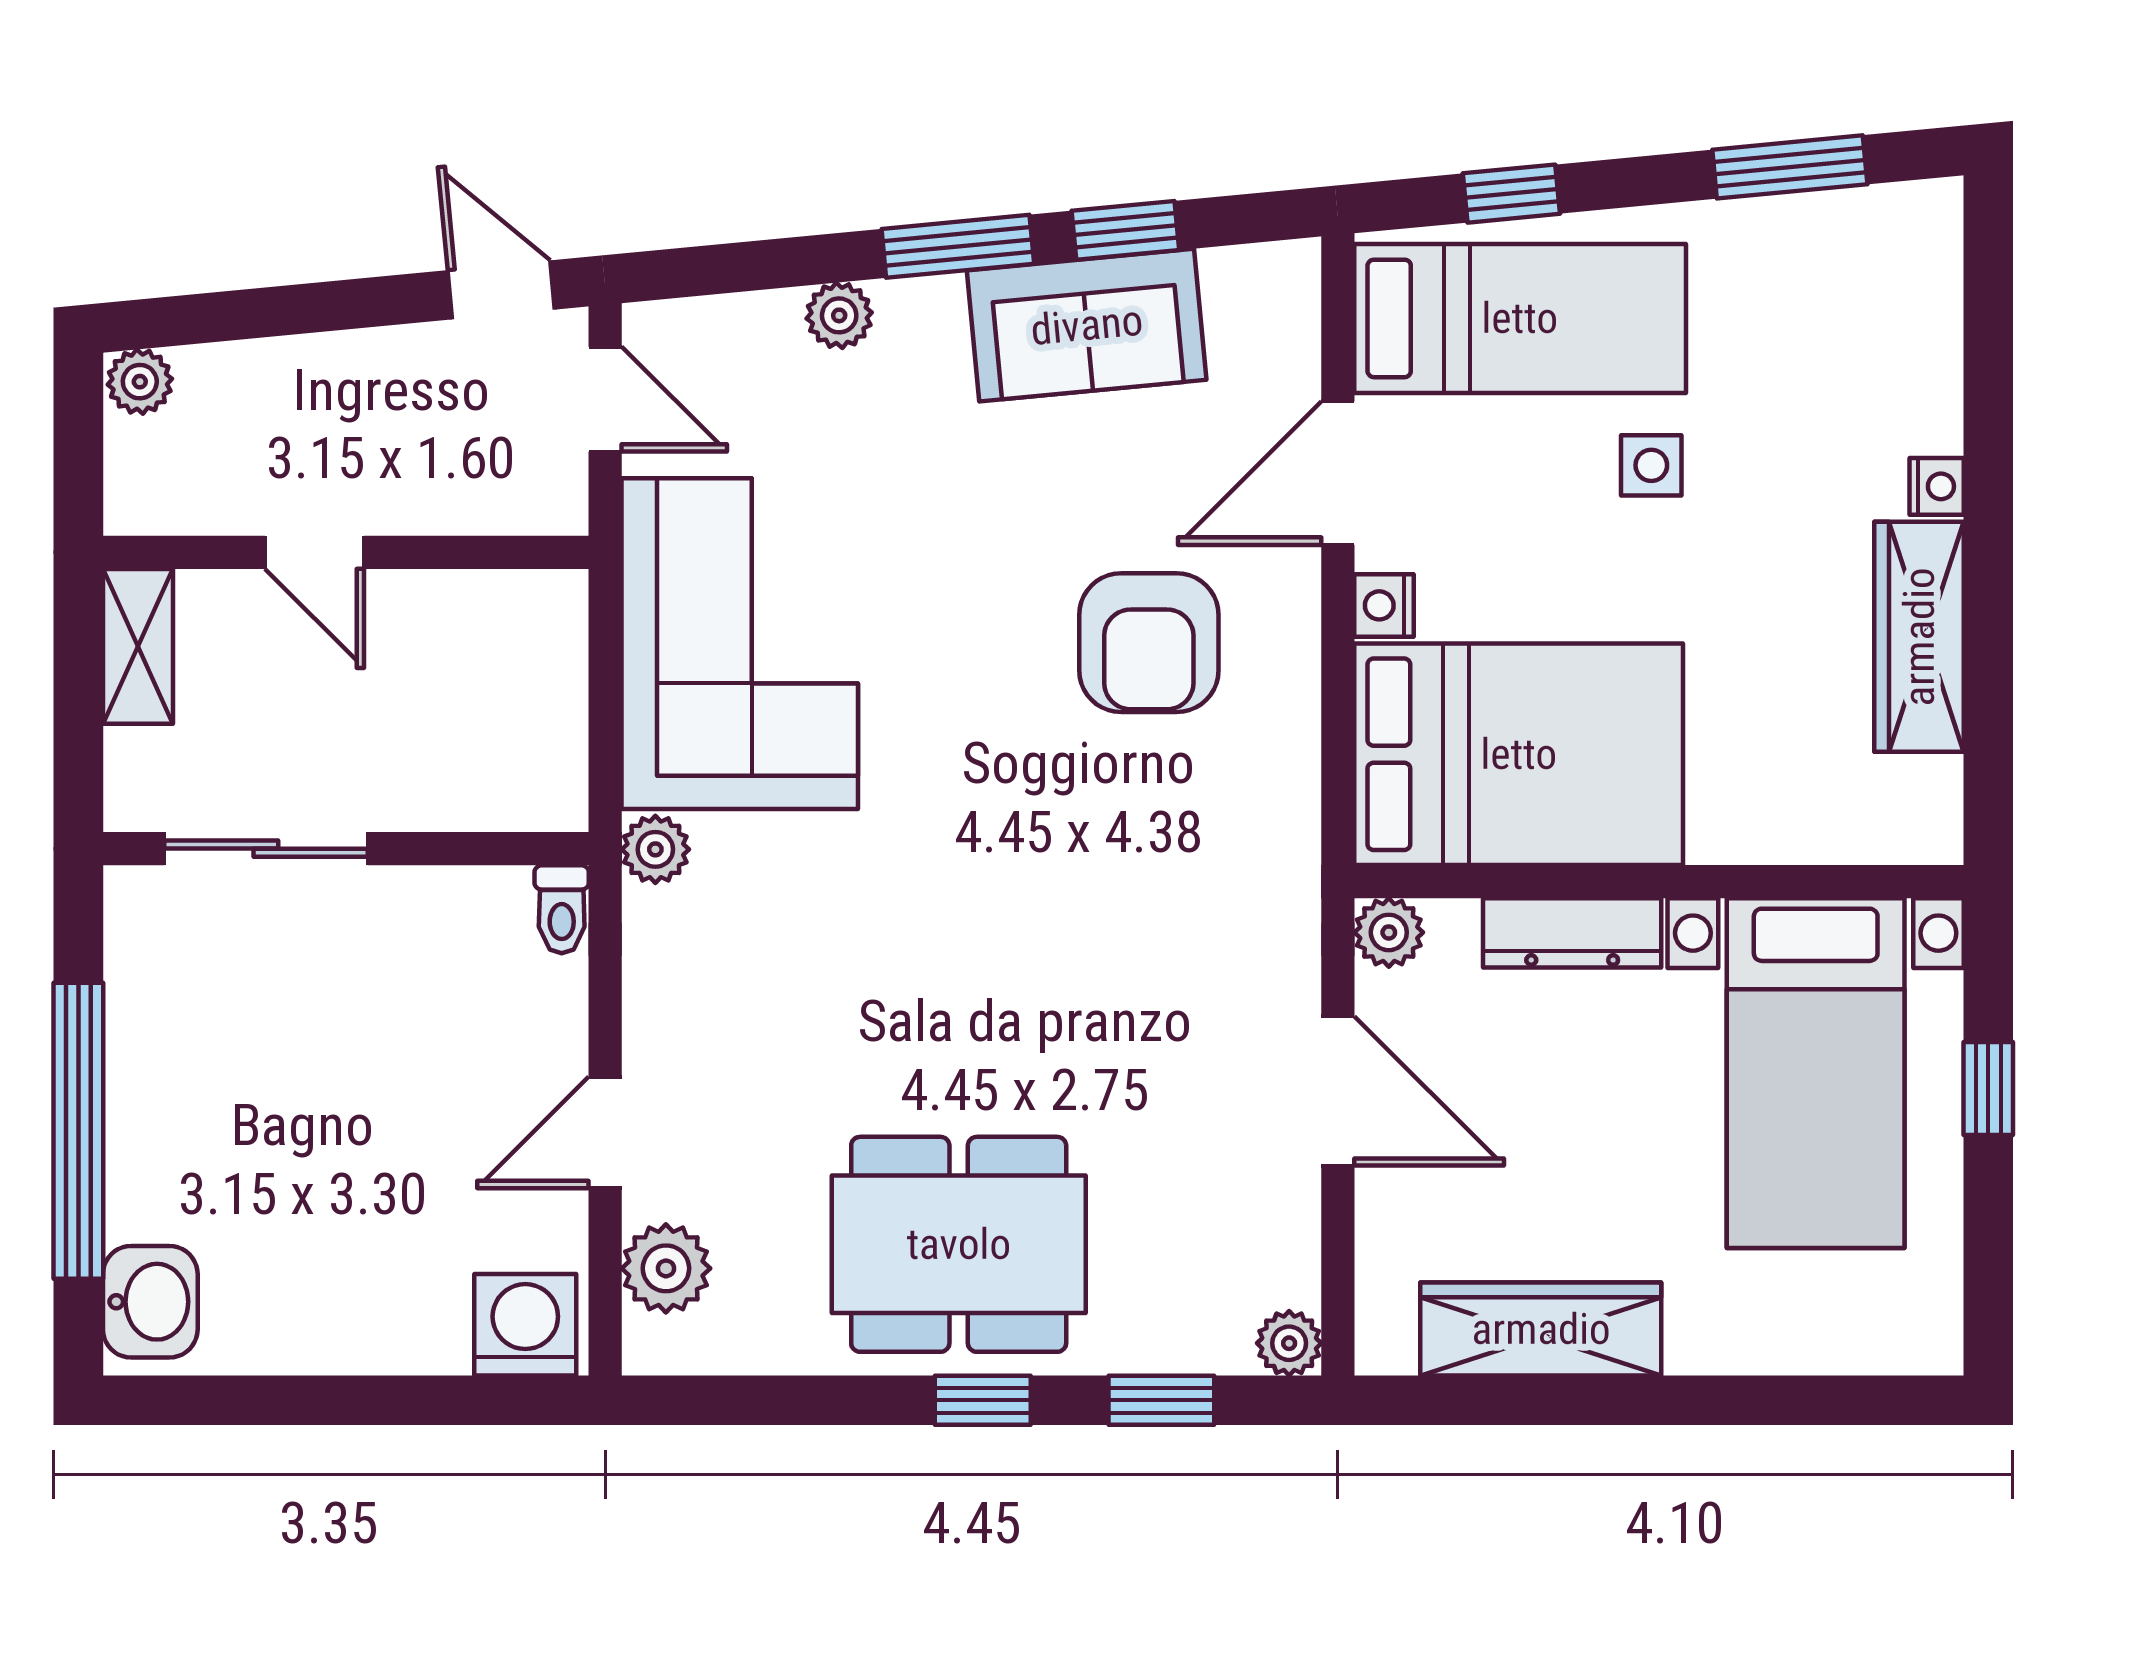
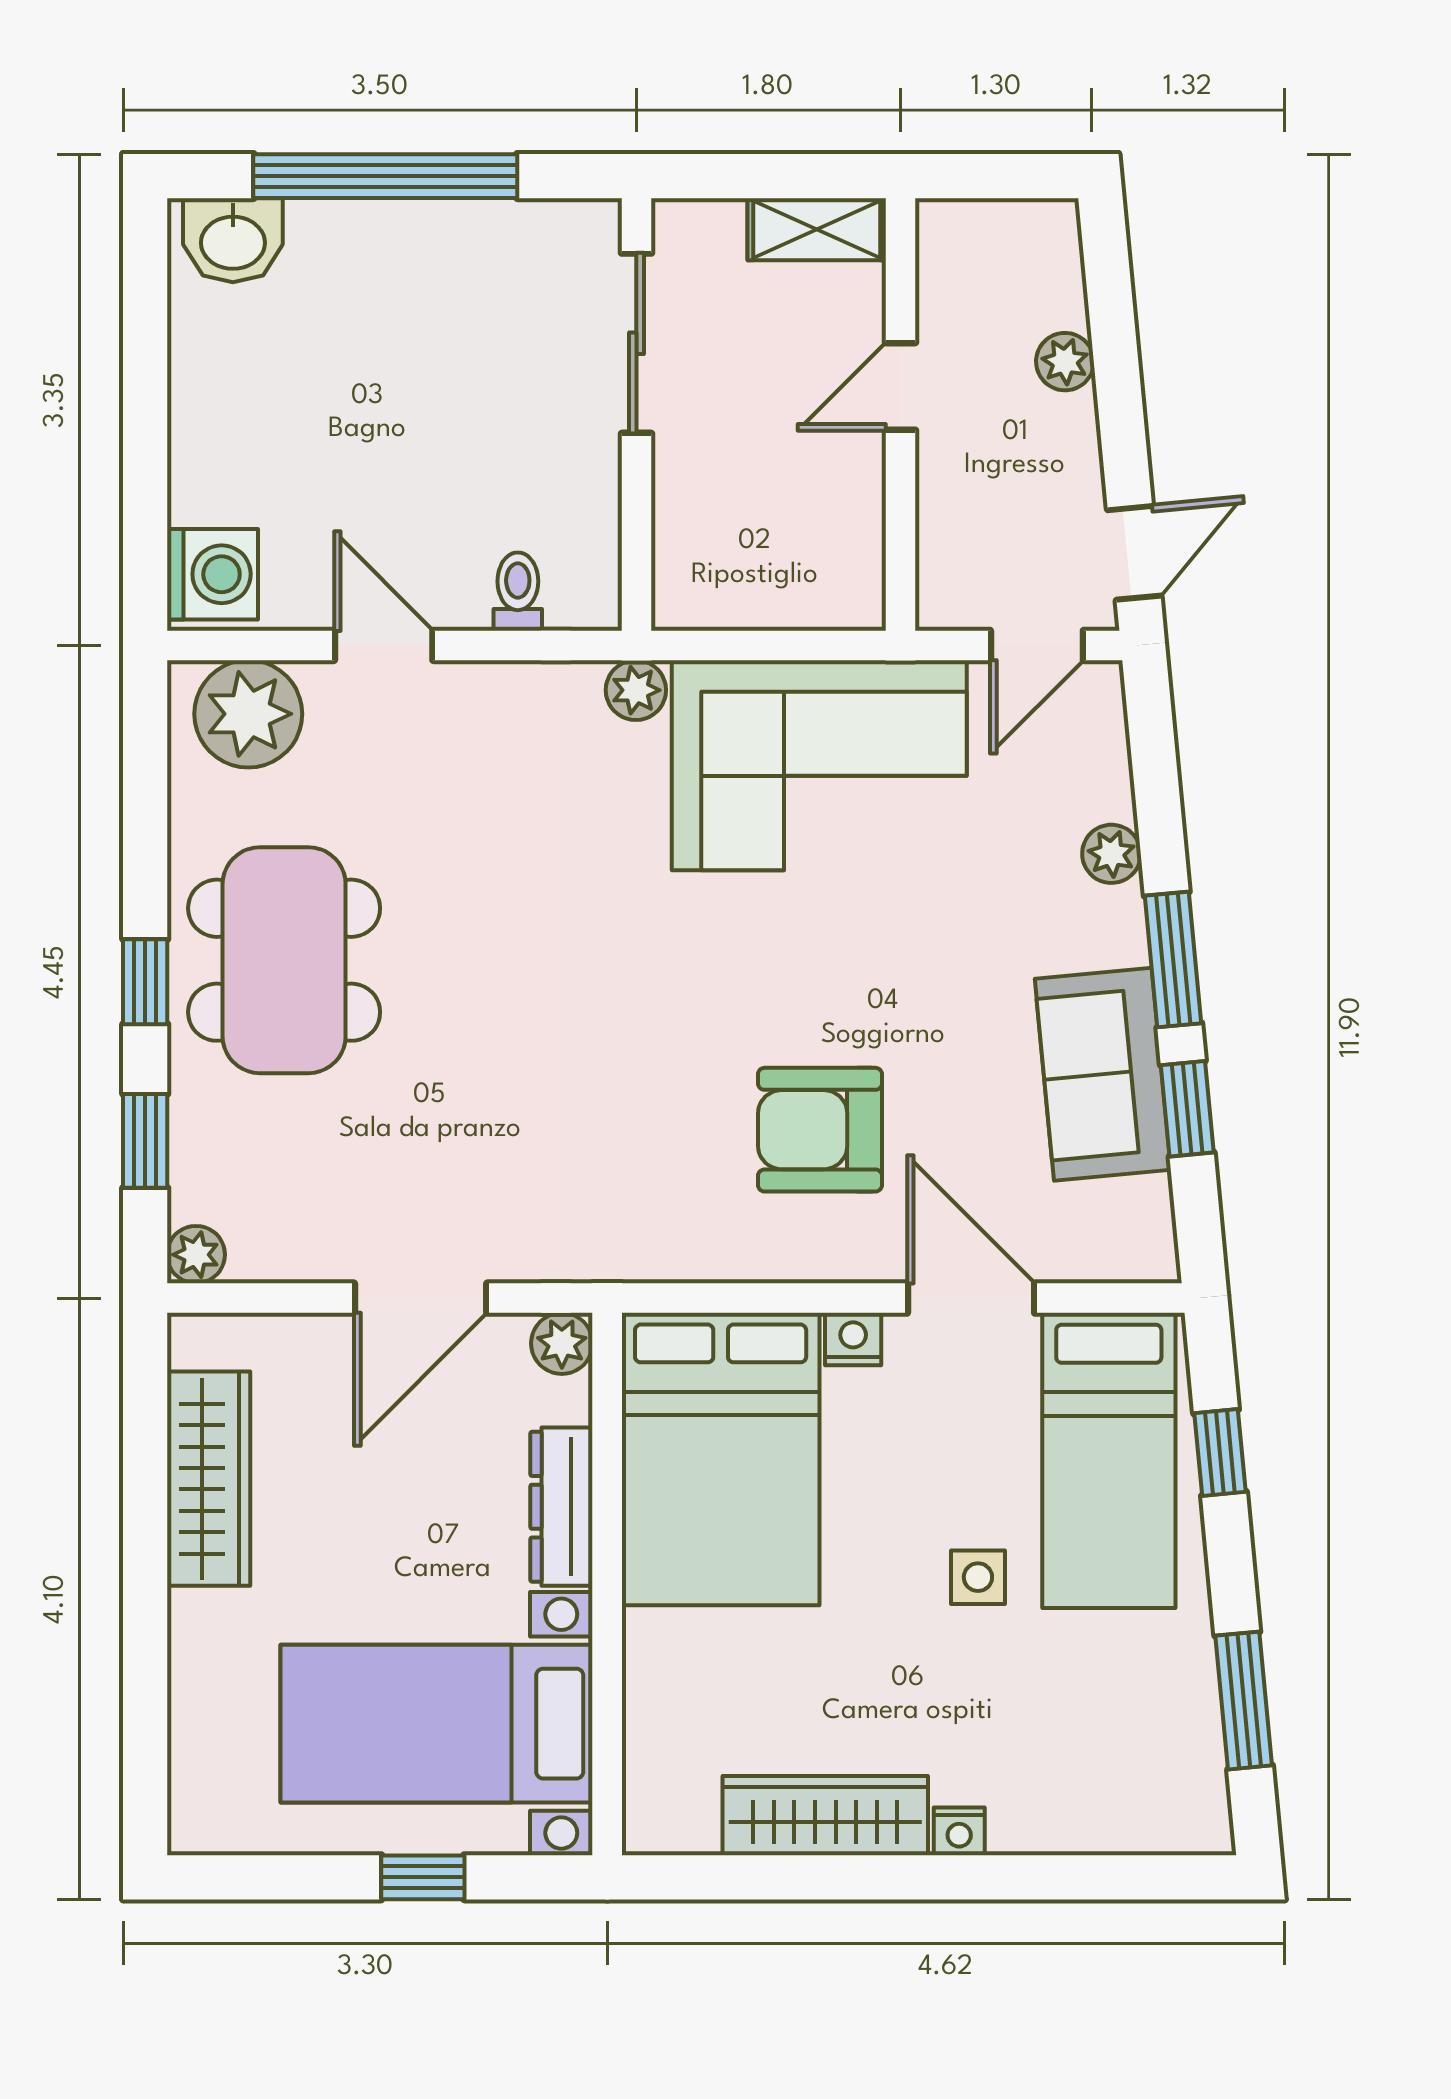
plant: (140, 382) -> (1065, 362), moved
toilet: (562, 909) -> (518, 592), moved, turned 90
plant: (666, 1268) -> (248, 714), width x1.36, depth x1.36

